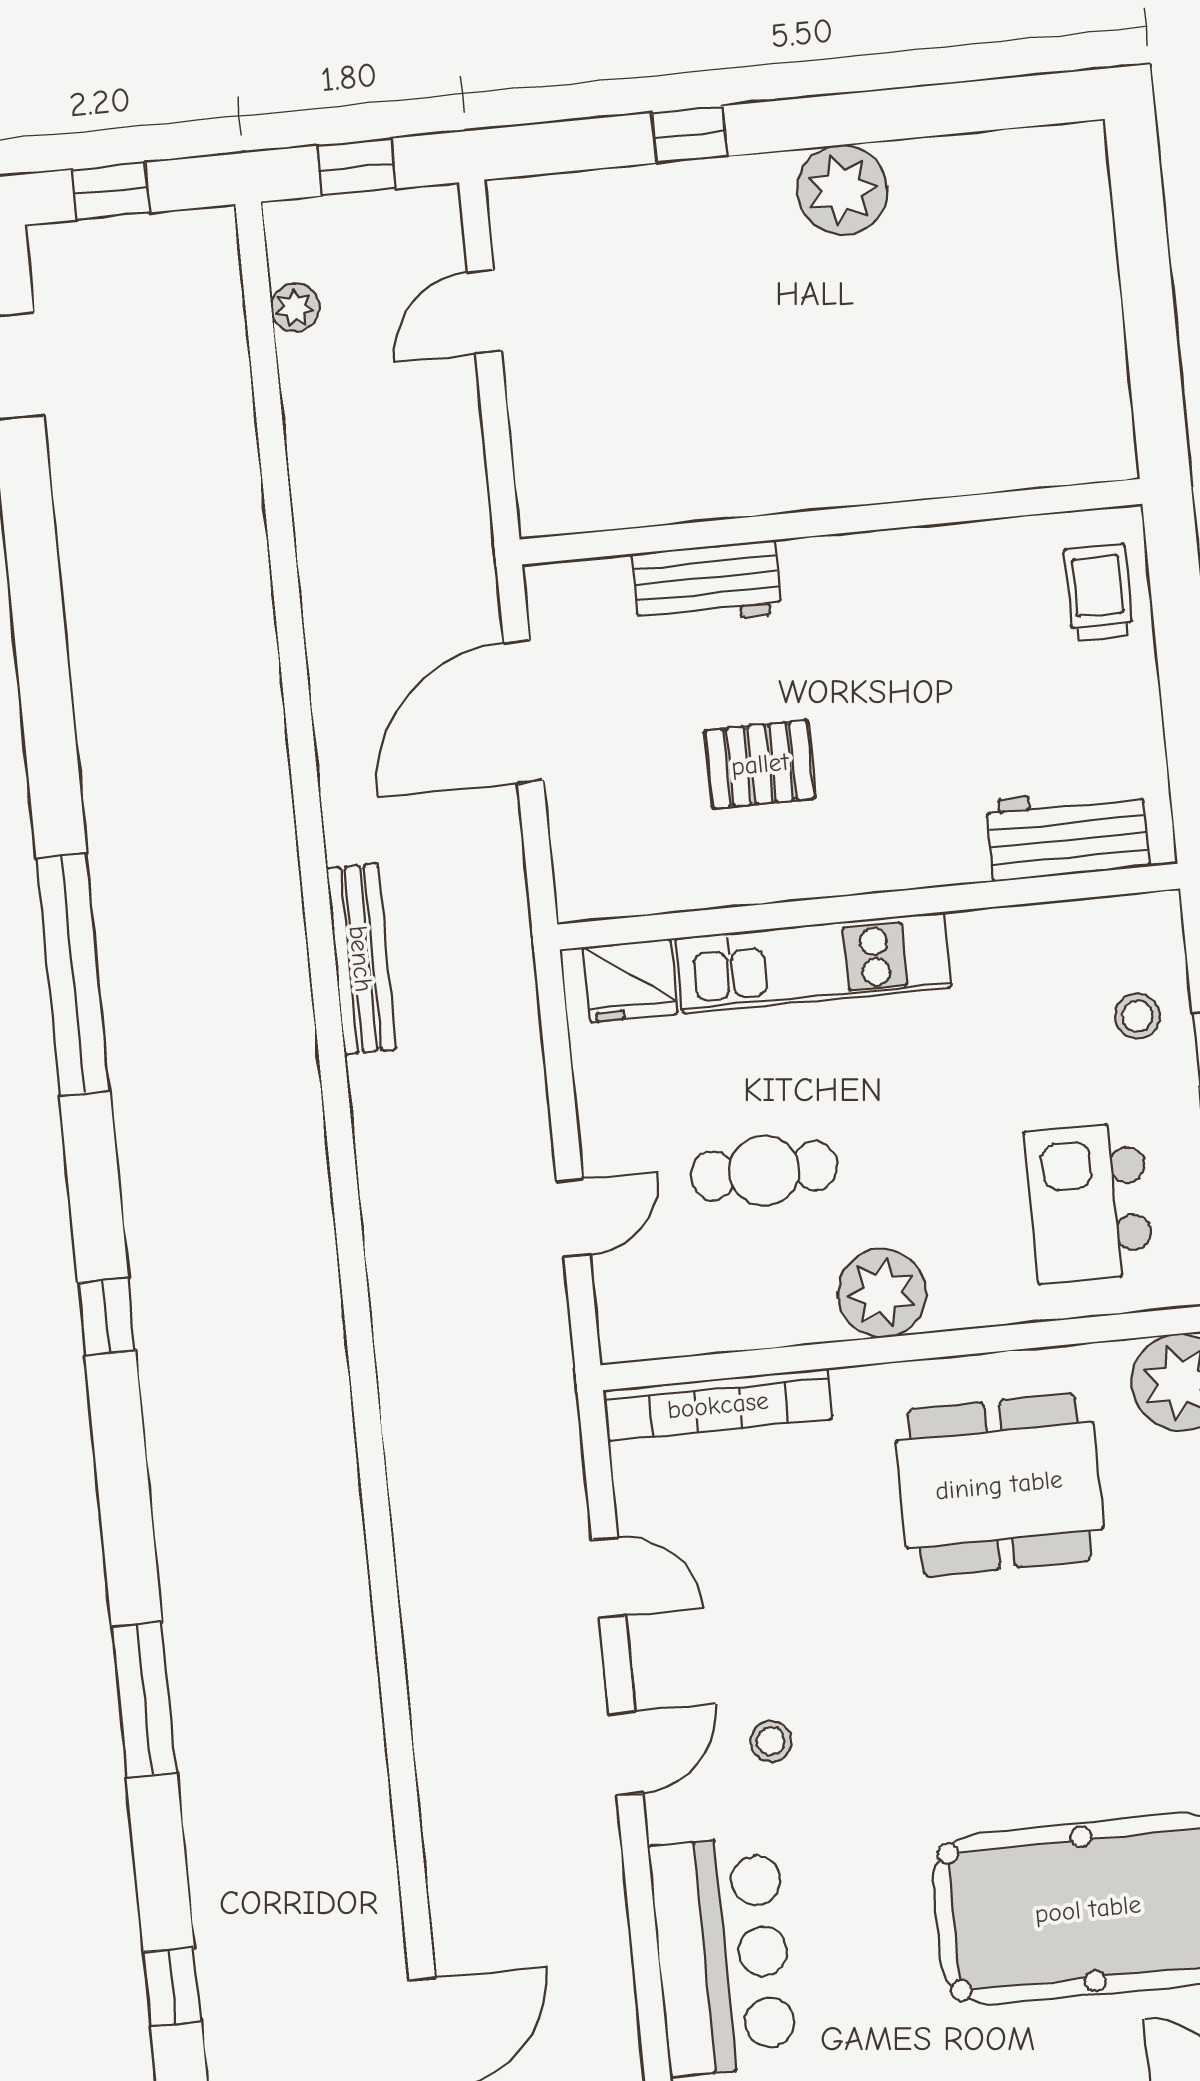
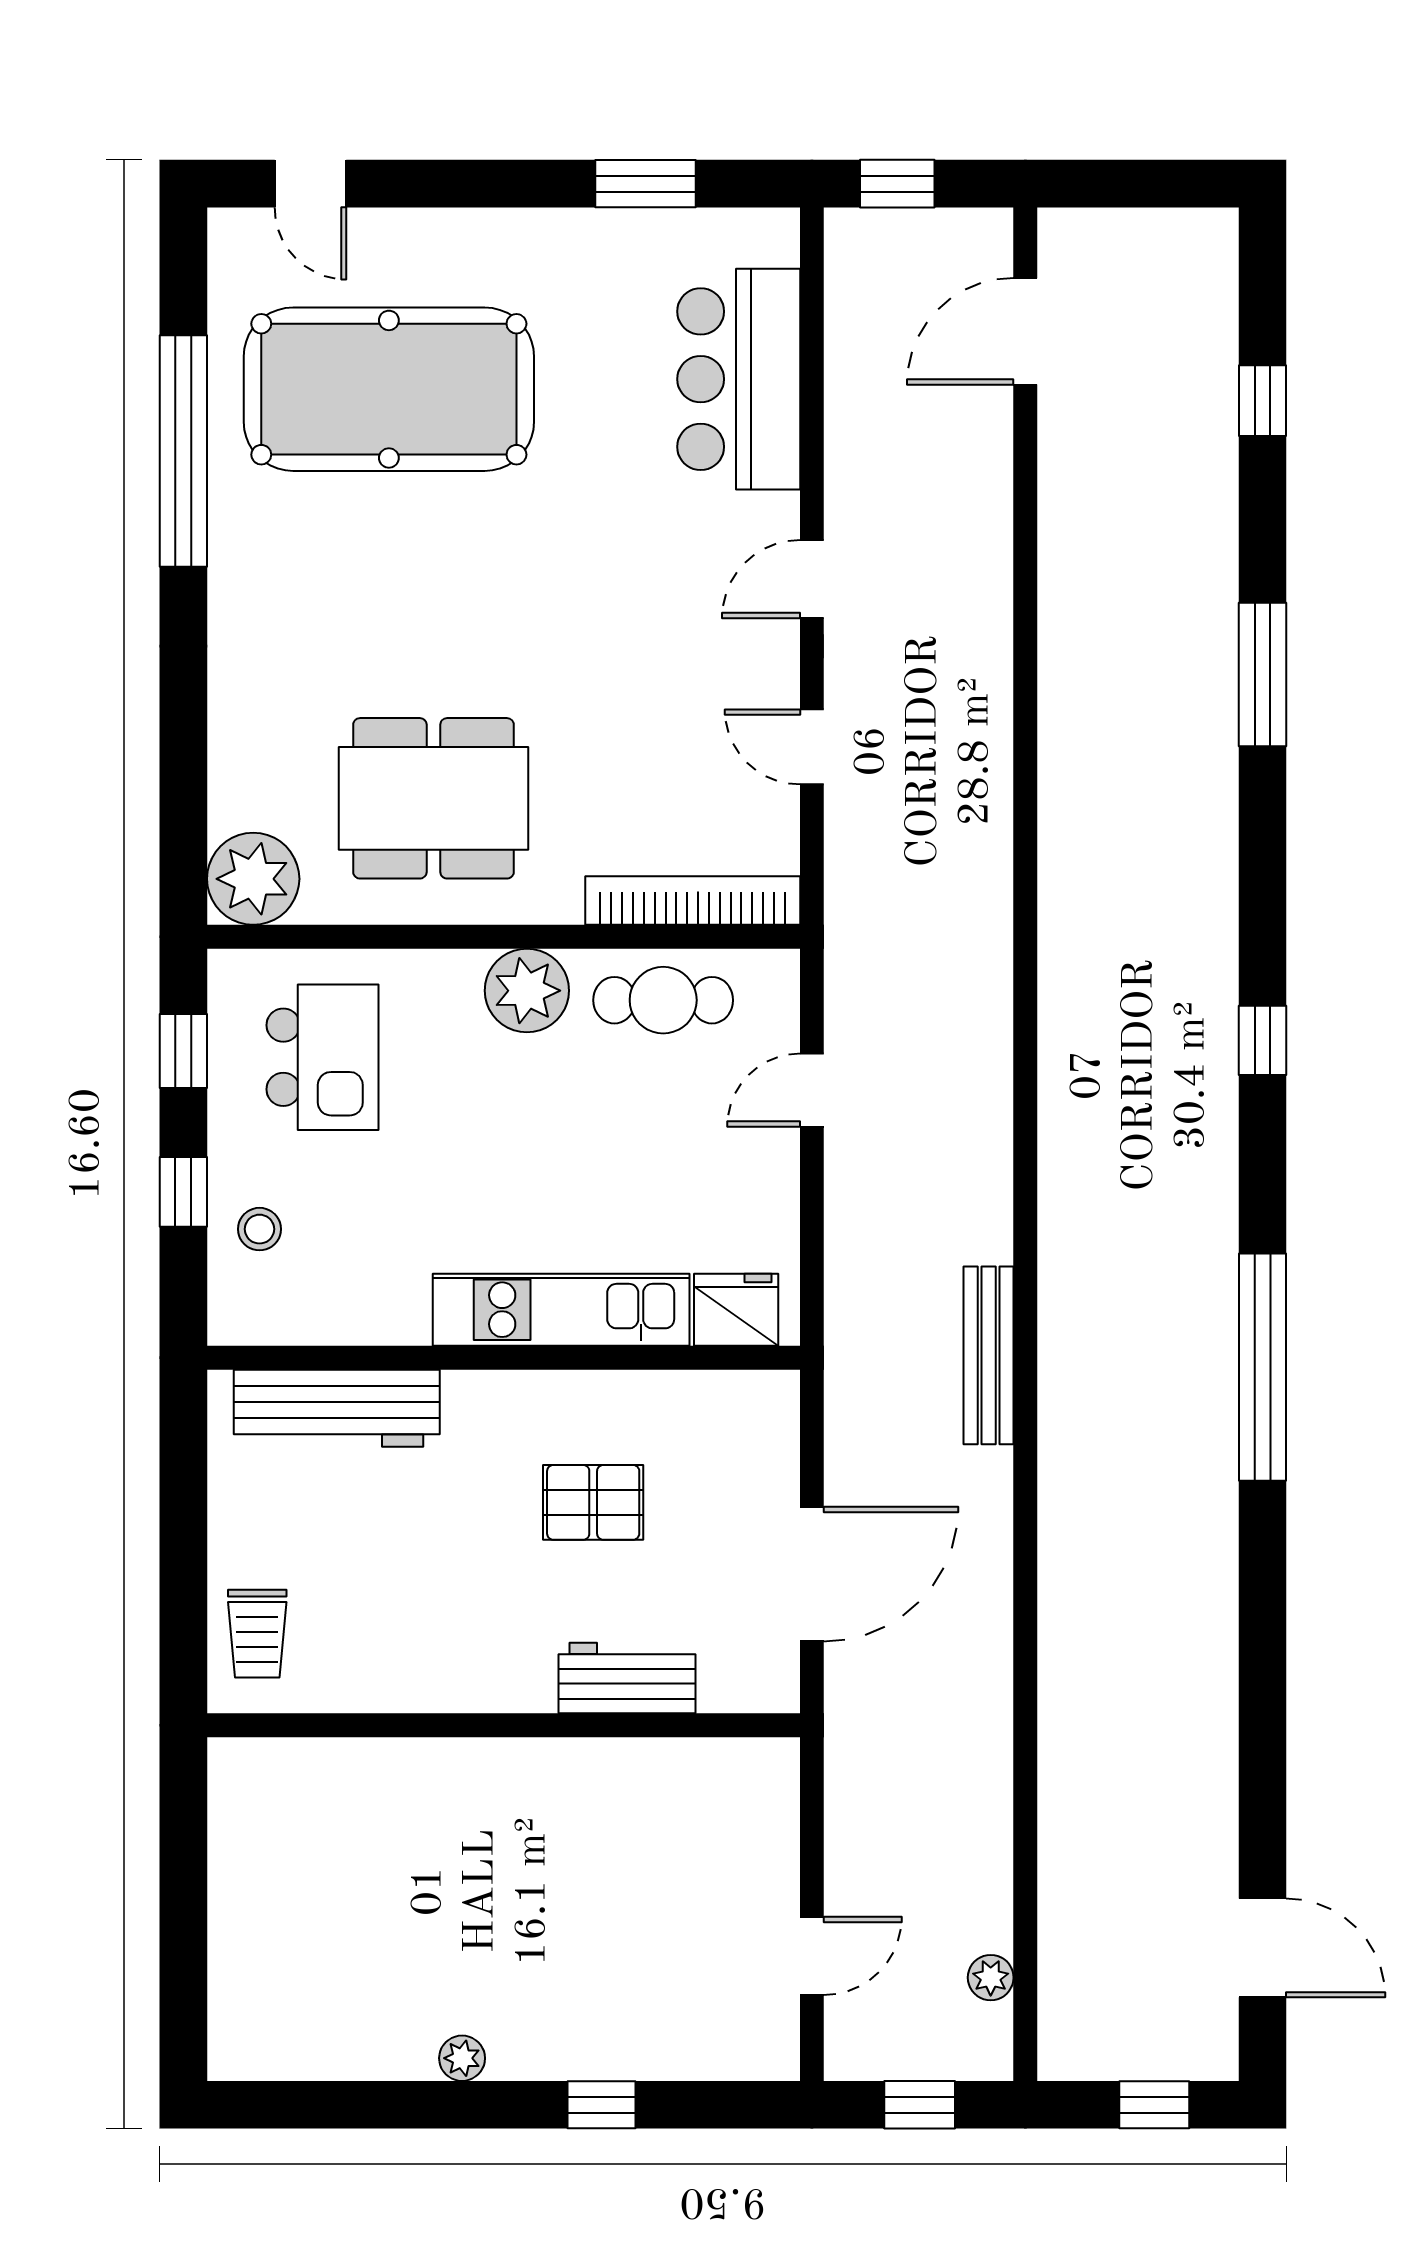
plant: (842, 190) -> (462, 2058), width x0.53, depth x0.53
workbench: (1068, 834) -> (337, 1408), width x1.38
cafe table: (764, 1171) -> (663, 1000), moved
stool: (771, 1741) -> (674, 577), removed

